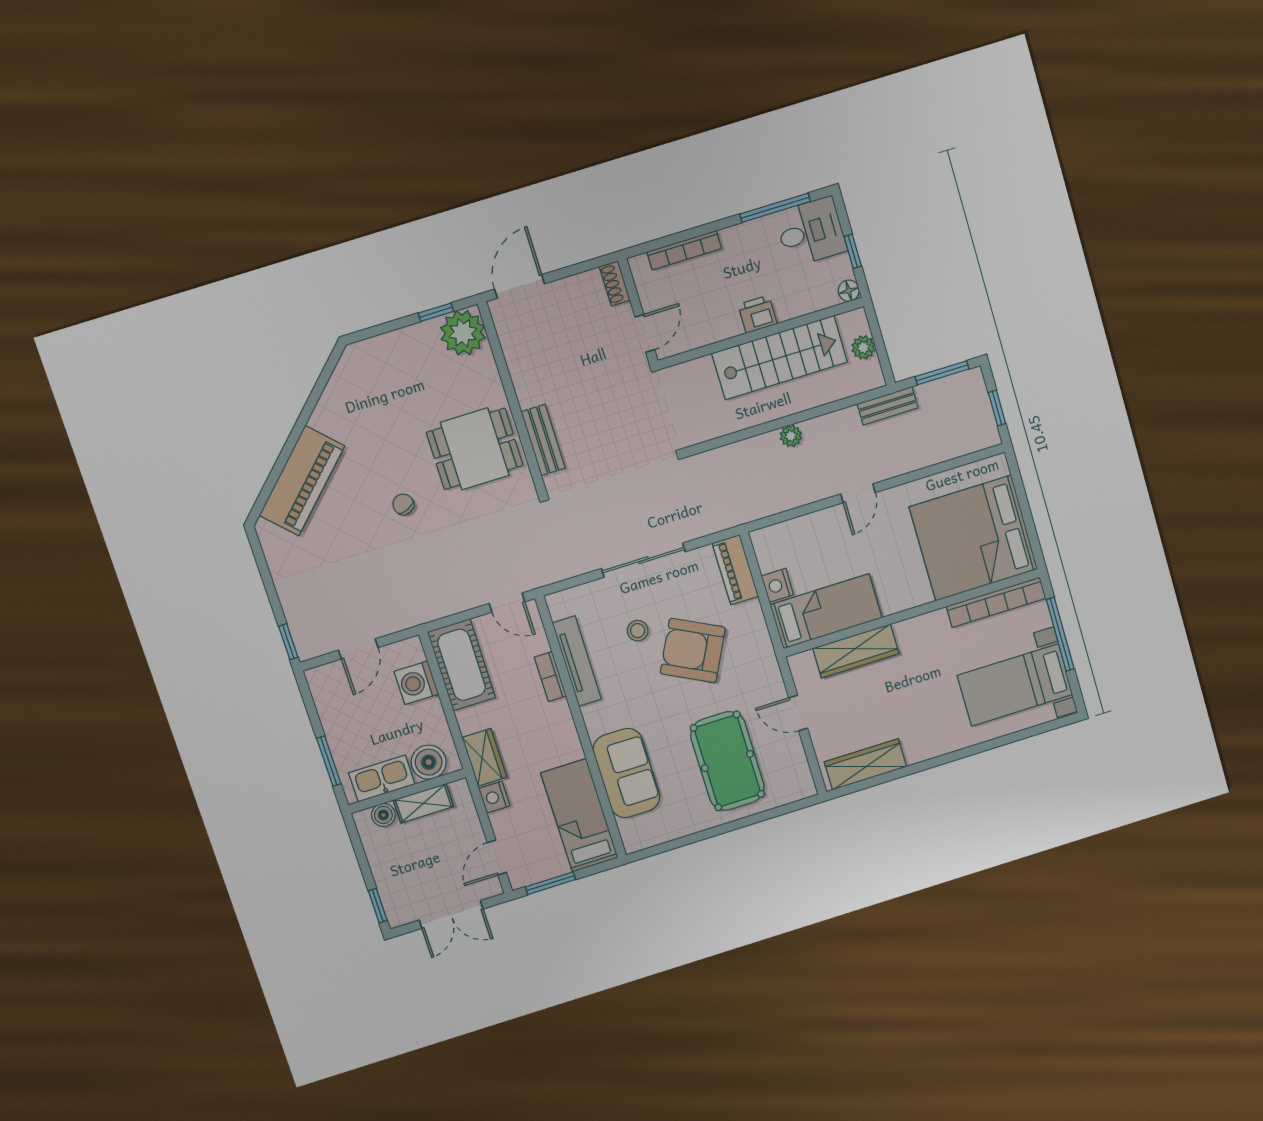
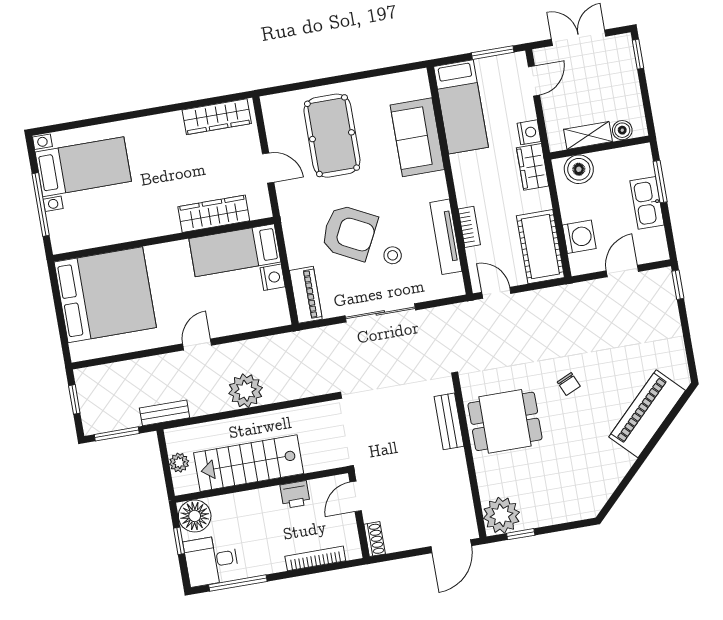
floor lamp: (849, 291) -> (195, 516), width x1.89, depth x1.89
printer: (758, 314) -> (295, 495), moved
plant: (791, 436) -> (246, 391), width x1.88, depth x1.88
bookcase: (996, 602) -> (92, 239), removed
kitchen sink: (382, 779) -> (647, 203), moved, turned 90

